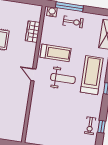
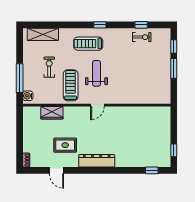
exercise bike: (73, 22) -> (49, 67), moved
treadmill: (92, 75) -> (88, 44), width x0.73, depth x0.73

